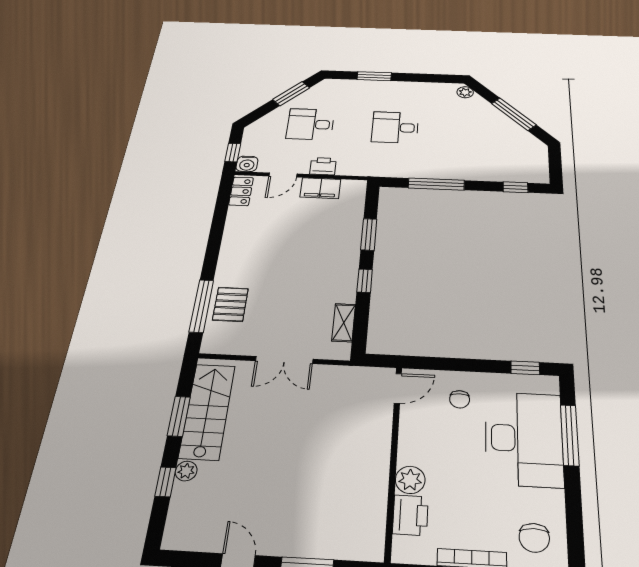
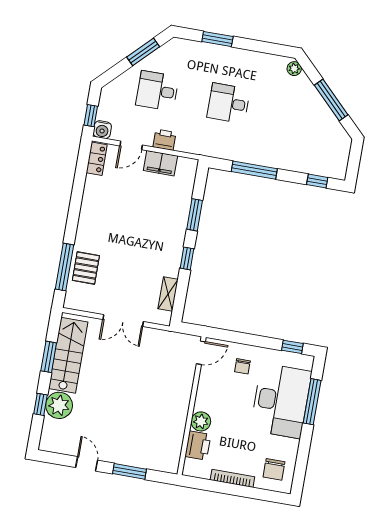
plant: (186, 471) -> (59, 405), width x1.88, depth x1.88

